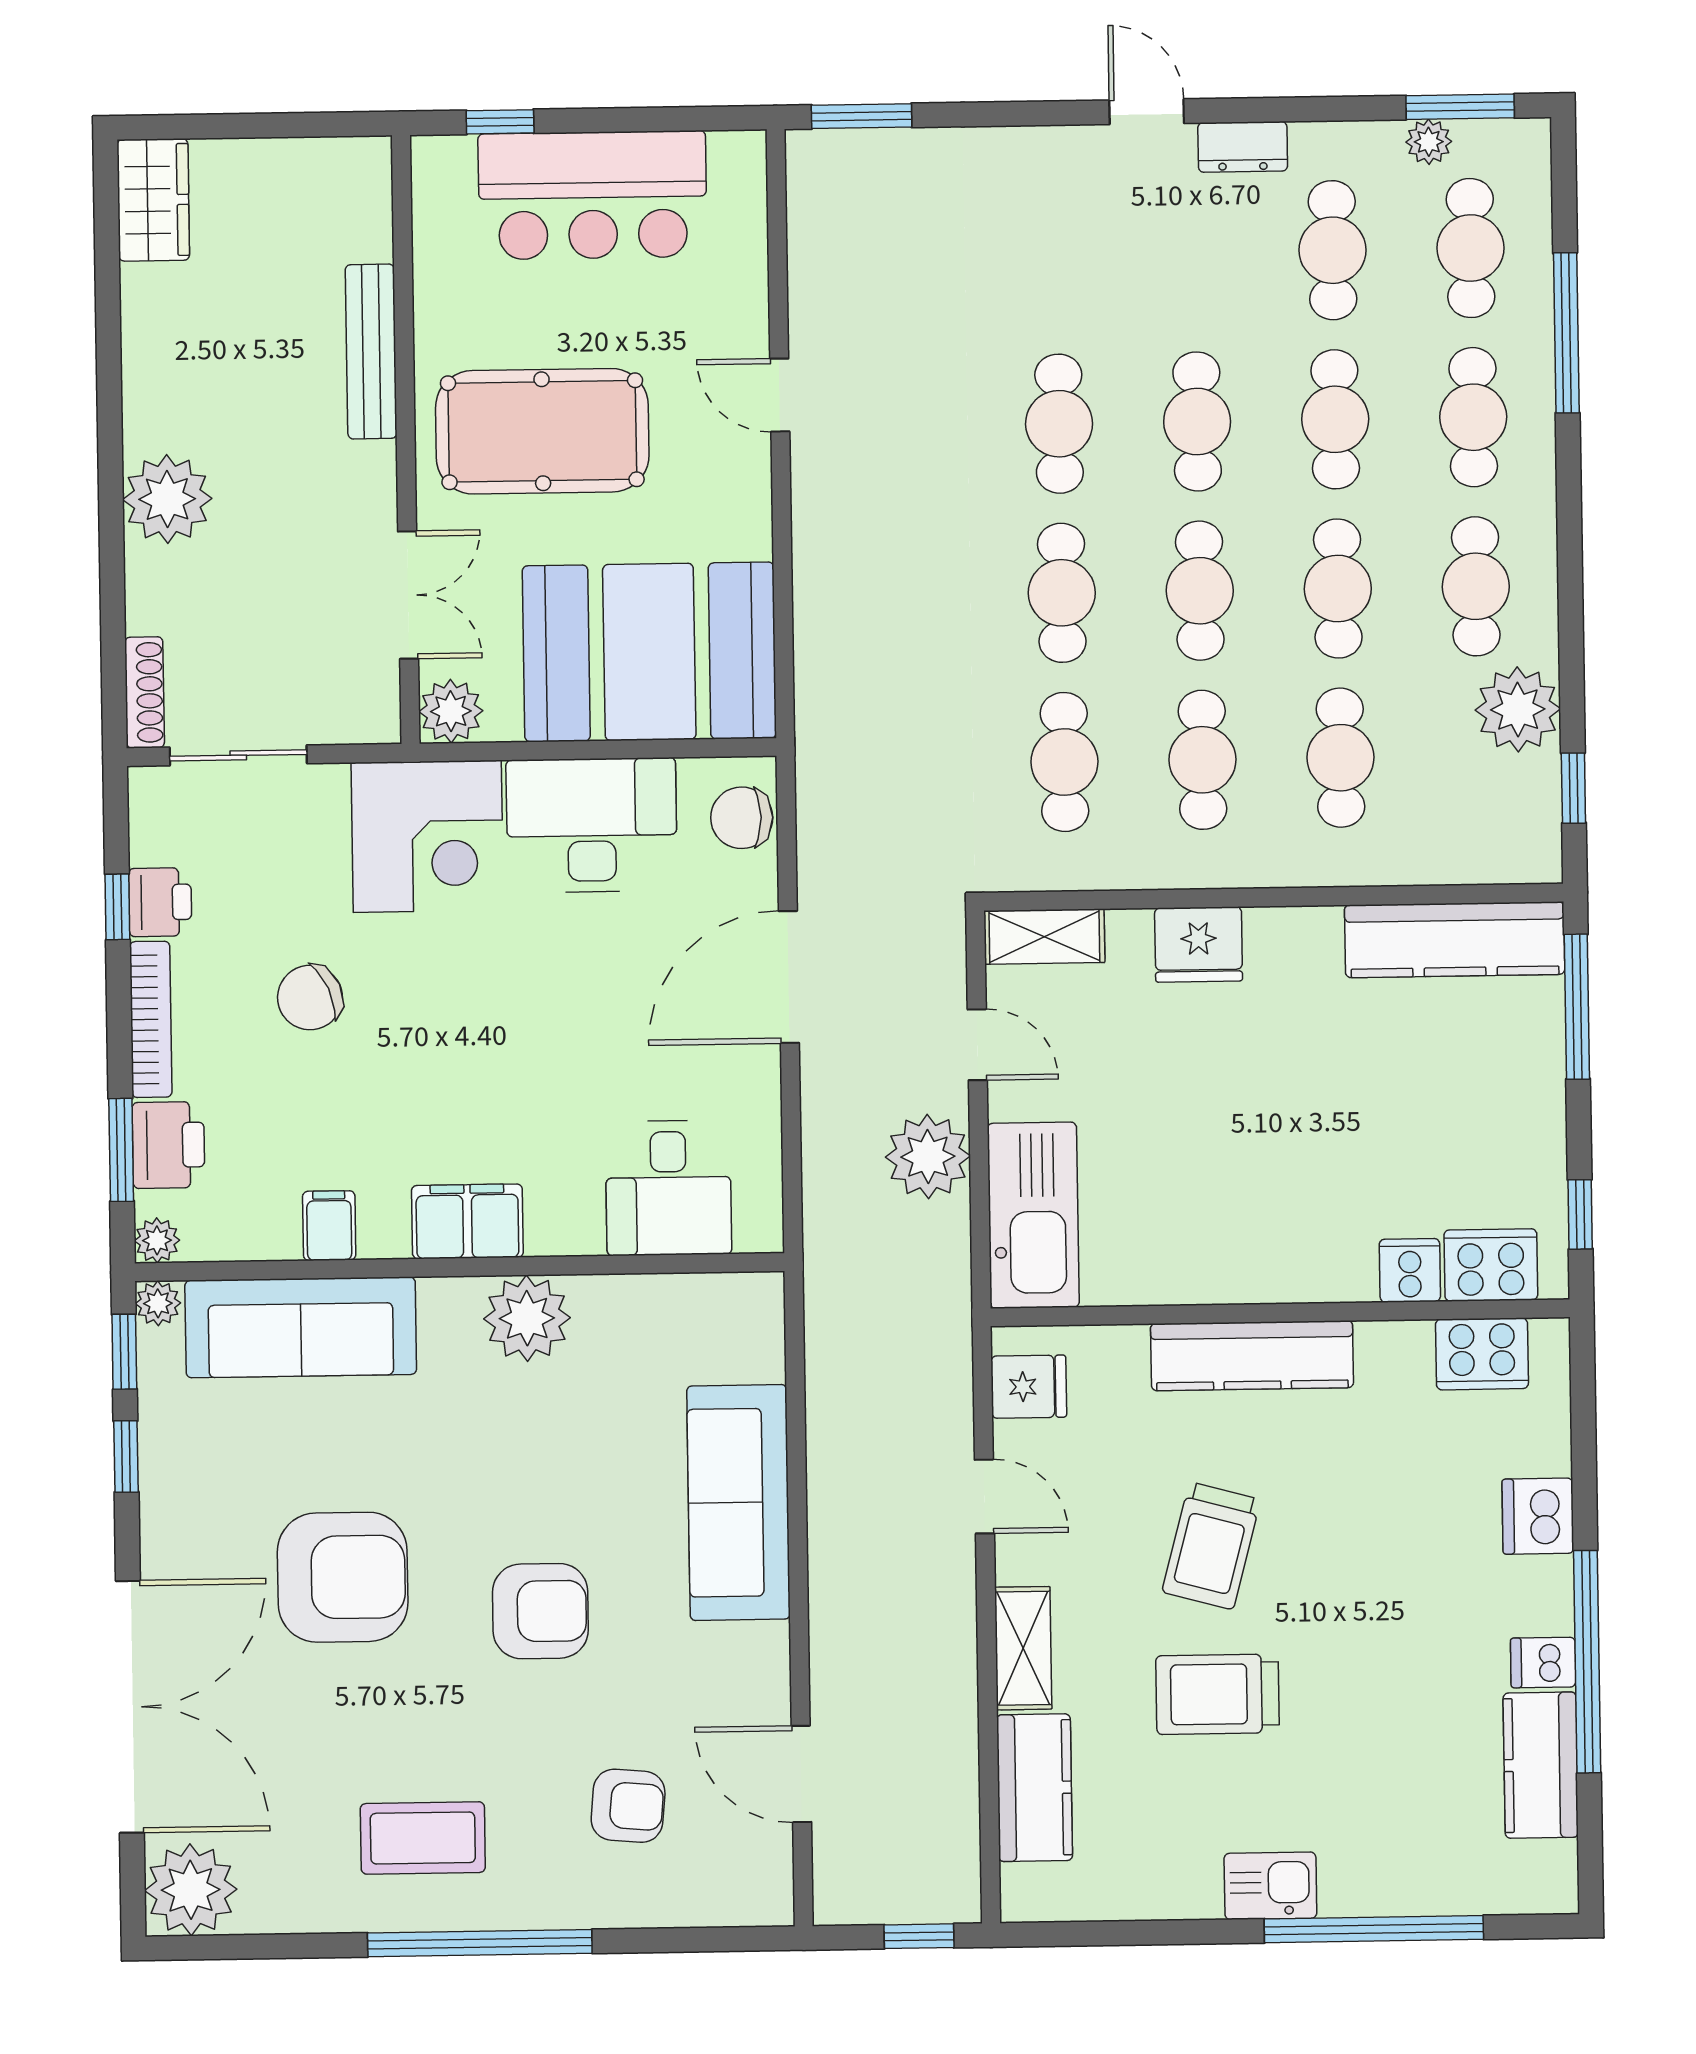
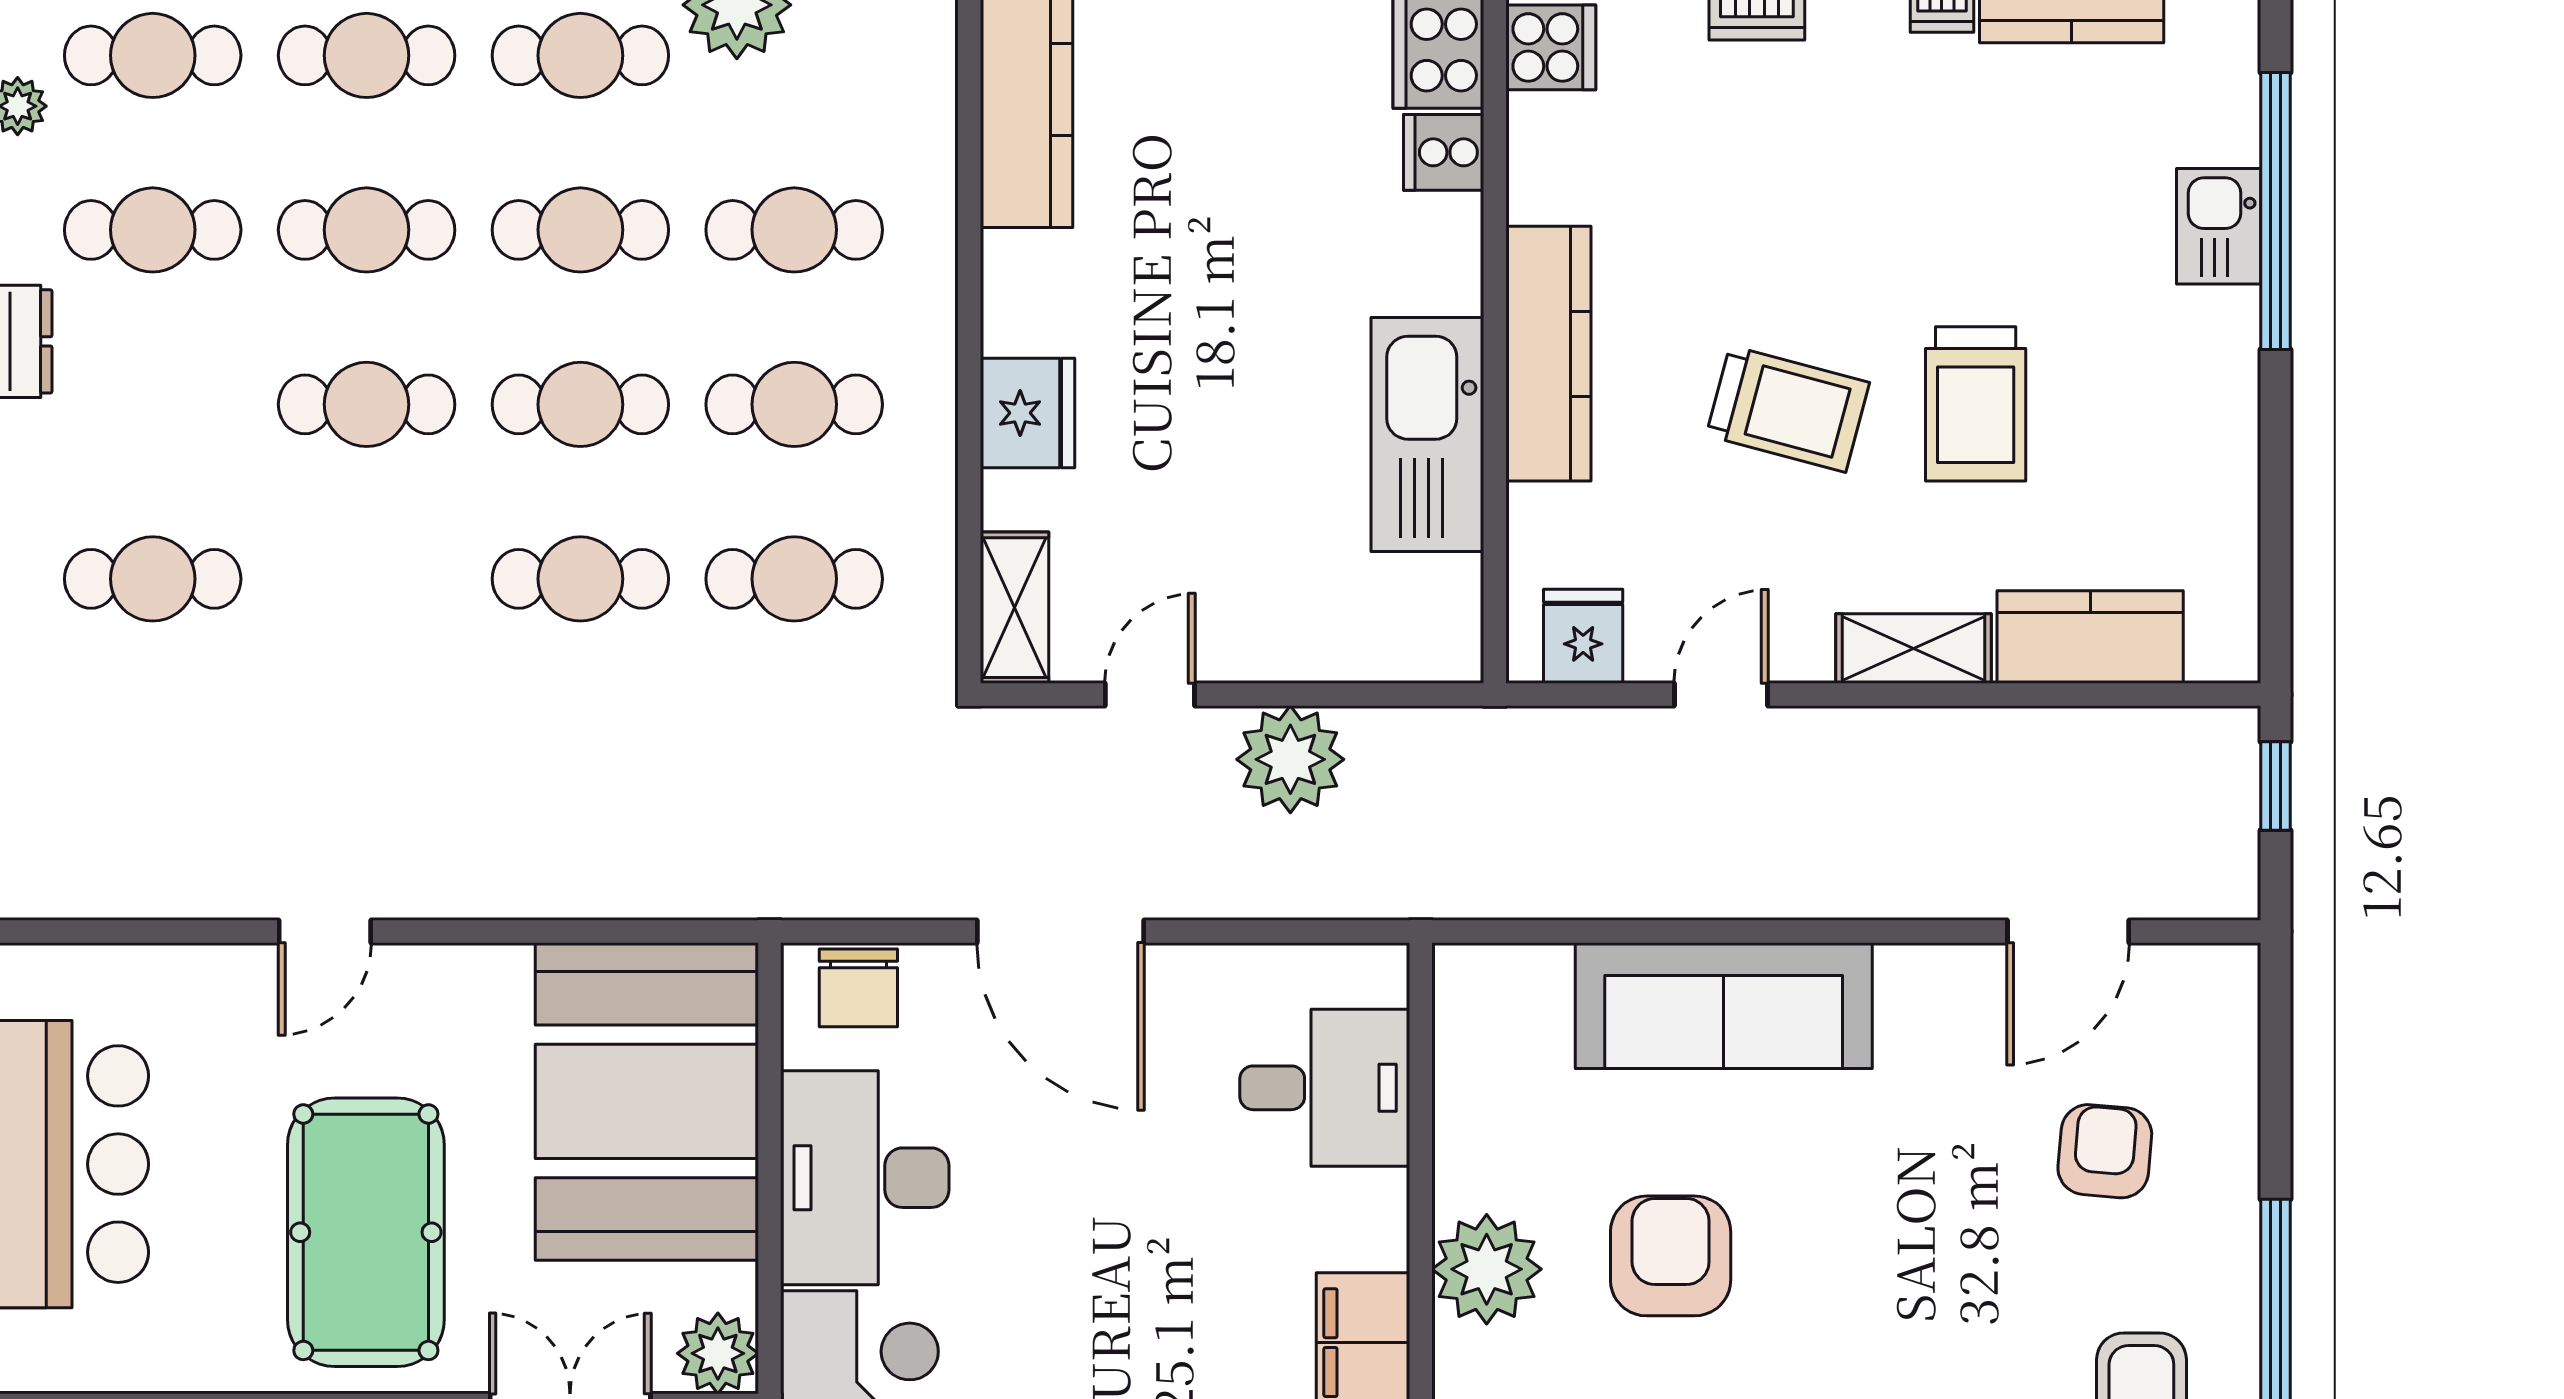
cafe table: (1059, 424) -> (153, 579), moved
kitchen sink: (1033, 1215) -> (1427, 435), moved, turned -90
cooker: (1482, 1354) -> (1551, 47), width x0.73
armchair: (540, 1611) -> (1671, 1256), moved
kitchen sink: (1270, 1886) -> (2219, 226), moved

